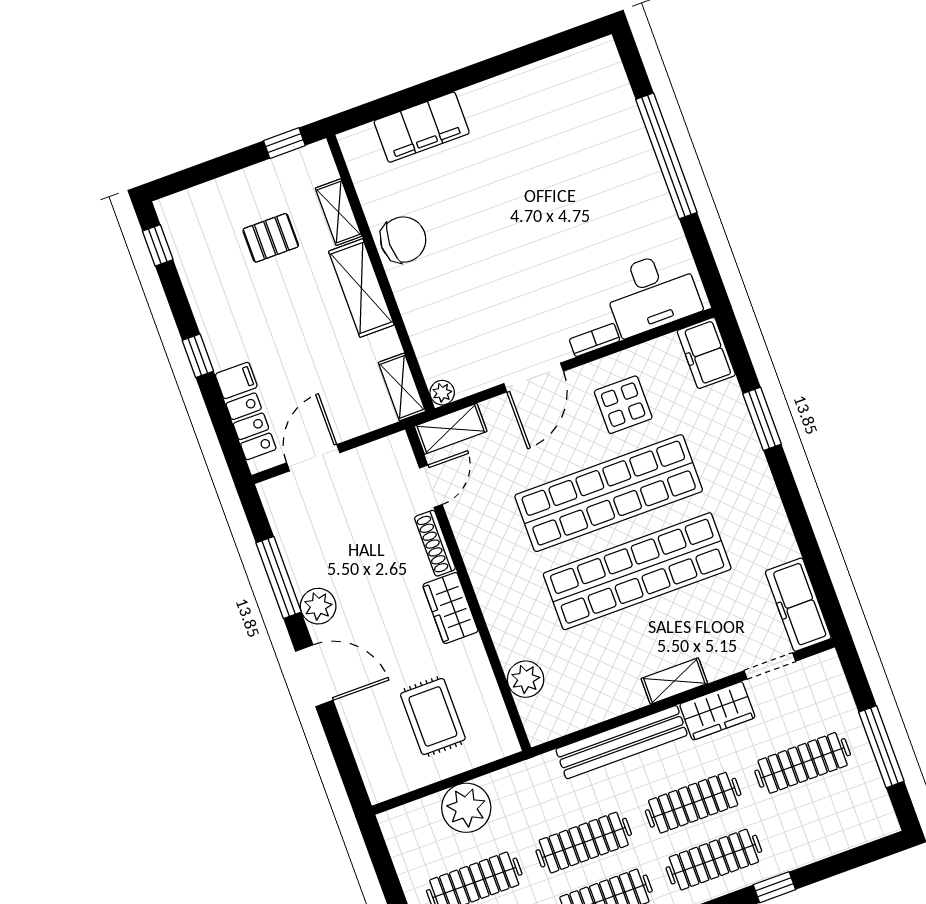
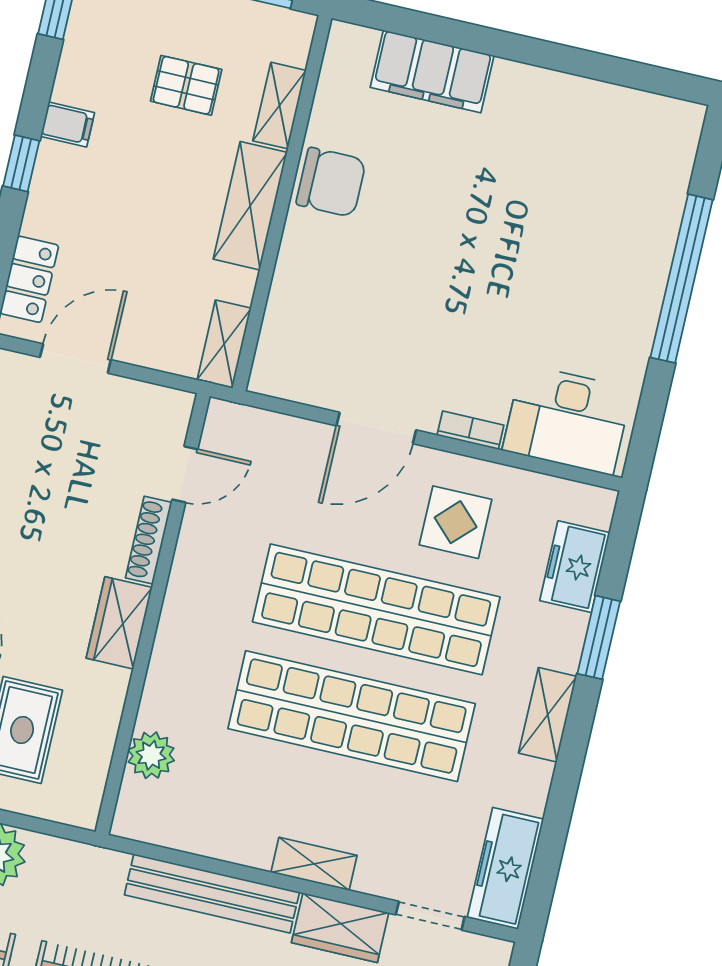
freezer: (706, 353) -> (575, 567), moved
filing cabinet: (236, 380) -> (67, 124), moved
plant: (442, 393) -> (264, 379), removed
shelving: (451, 429) -> (548, 715), moved, turned 90

